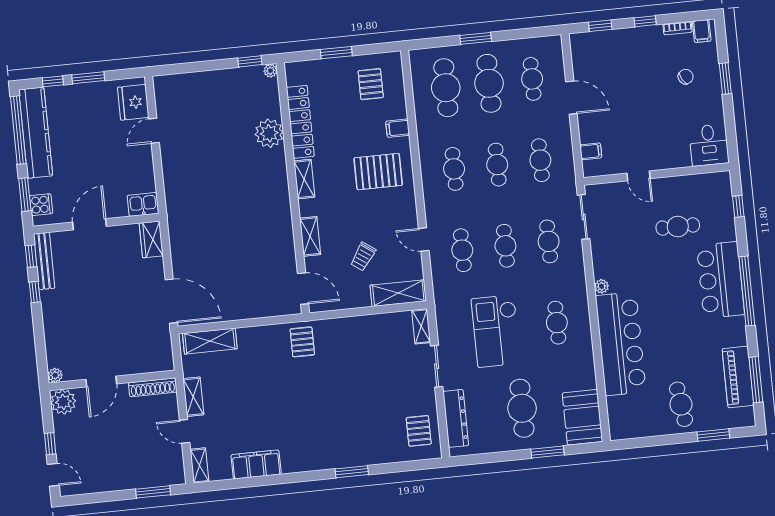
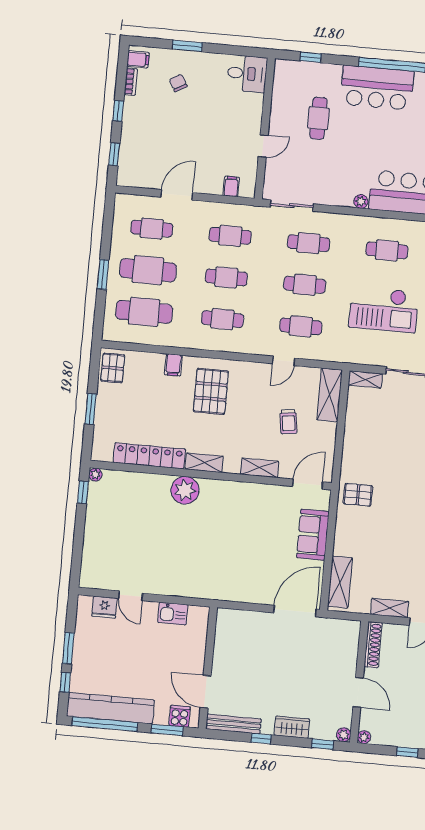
pallet: (371, 84) -> (113, 368), moved, turned 90
fridge: (133, 102) -> (104, 607), width x0.73, depth x0.75
plant: (269, 133) -> (185, 490), moved
kitchen sink: (143, 204) -> (173, 614), moved, turned -90
door: (90, 224) -> (206, 692), moved
wardrobe: (151, 239) -> (292, 727), moved, turned 180
window: (31, 256) -> (323, 744), moved
trolley: (363, 257) -> (288, 422), turned 47
sofa: (253, 304) -> (313, 535), added
plant: (63, 402) -> (364, 737), width x0.53, depth x0.53

